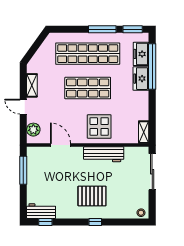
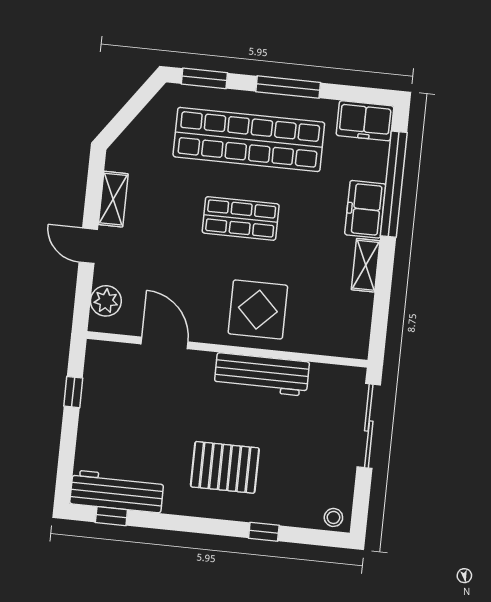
window: (133, 29) -> (204, 78), moved
freezer: (141, 54) -> (365, 121), moved, turned -90
shop shelf: (88, 88) -> (241, 218), width x0.70, depth x0.74
shelving: (144, 132) -> (366, 265), moved
window: (23, 170) -> (73, 392), width x0.46
workbench: (41, 211) -> (117, 491), width x1.38
window: (95, 222) -> (264, 532), moved

